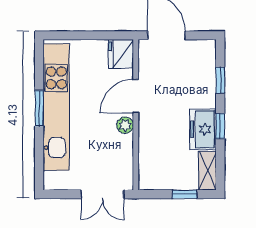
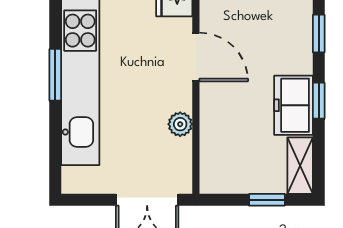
door: (136, 96) -> (196, 57), swing flipped
plant: (125, 125) -> (180, 124), moved

